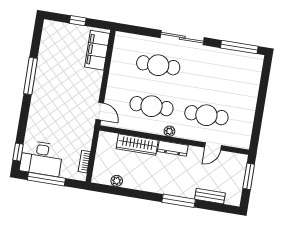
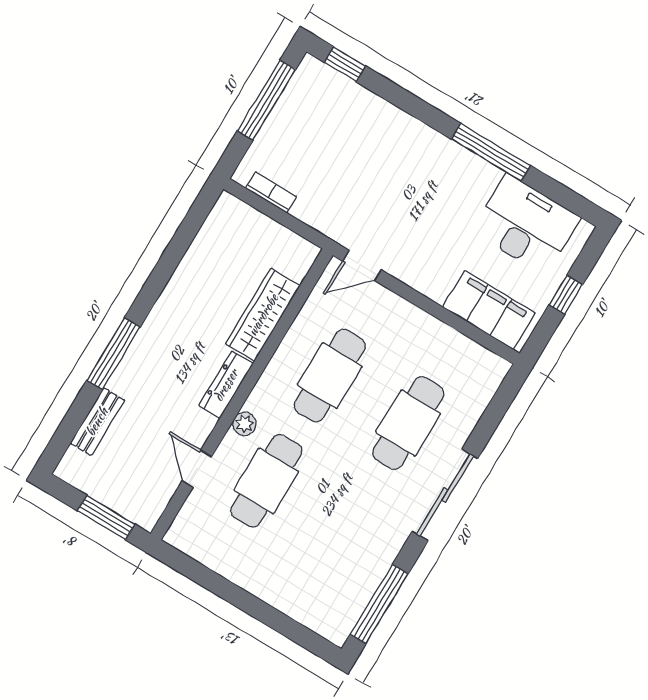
plant: (169, 131) -> (244, 424), moved
desk: (41, 158) -> (526, 224), moved, turned 90
plant: (117, 181) -> (205, 243), removed

